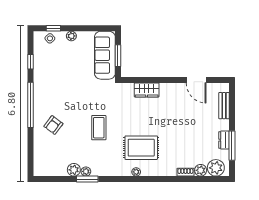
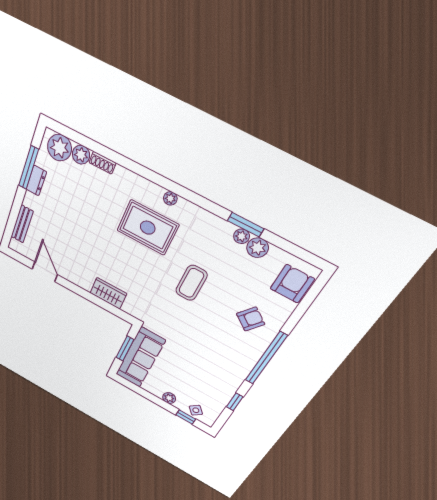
armchair: (44, 160) -> (292, 284), added

